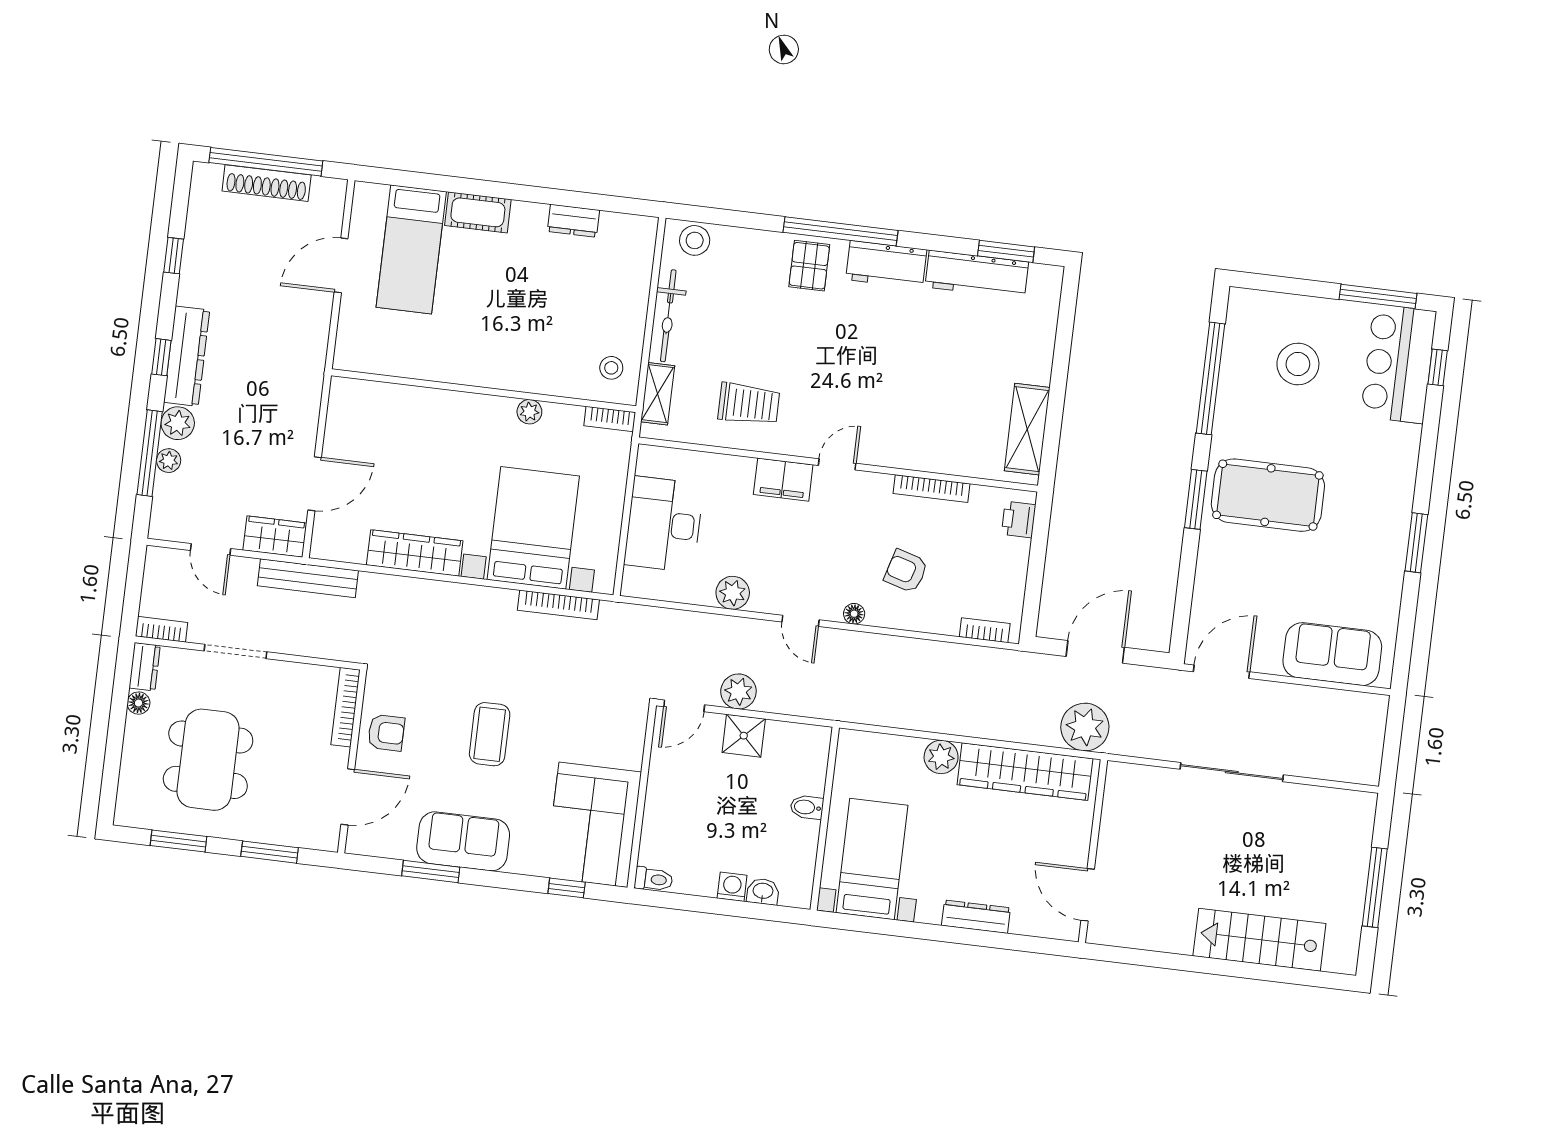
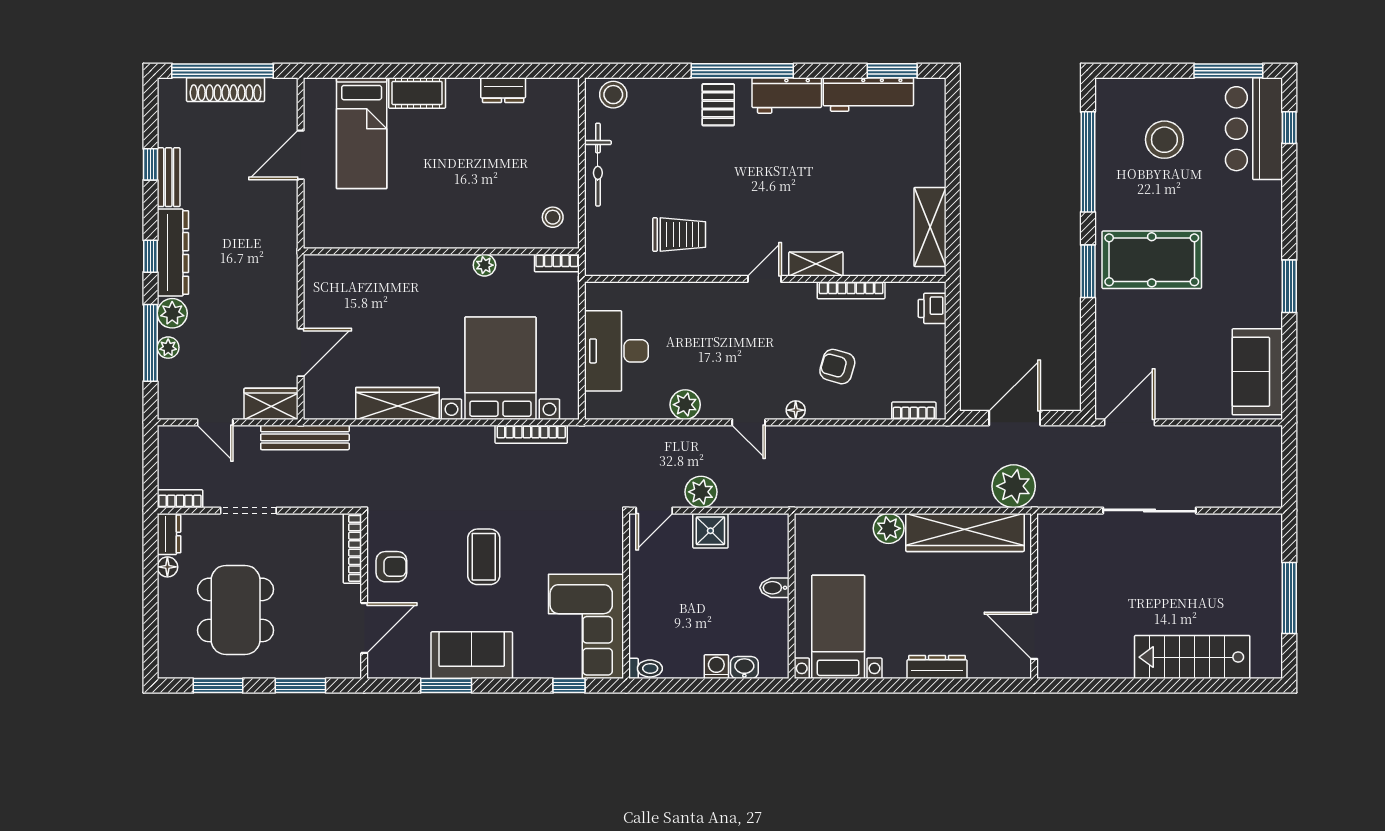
bench: (192, 272) -> (169, 177), added
shelving: (658, 394) -> (816, 264), moved, turned 90
filing cabinet: (783, 480) -> (718, 298), removed
sofa: (1332, 654) -> (1257, 372), moved, turned -90

